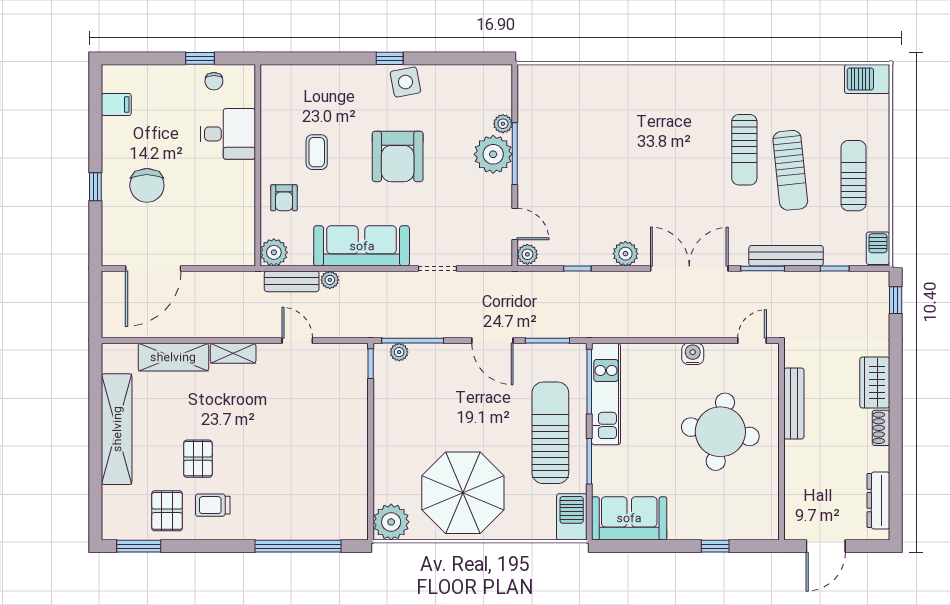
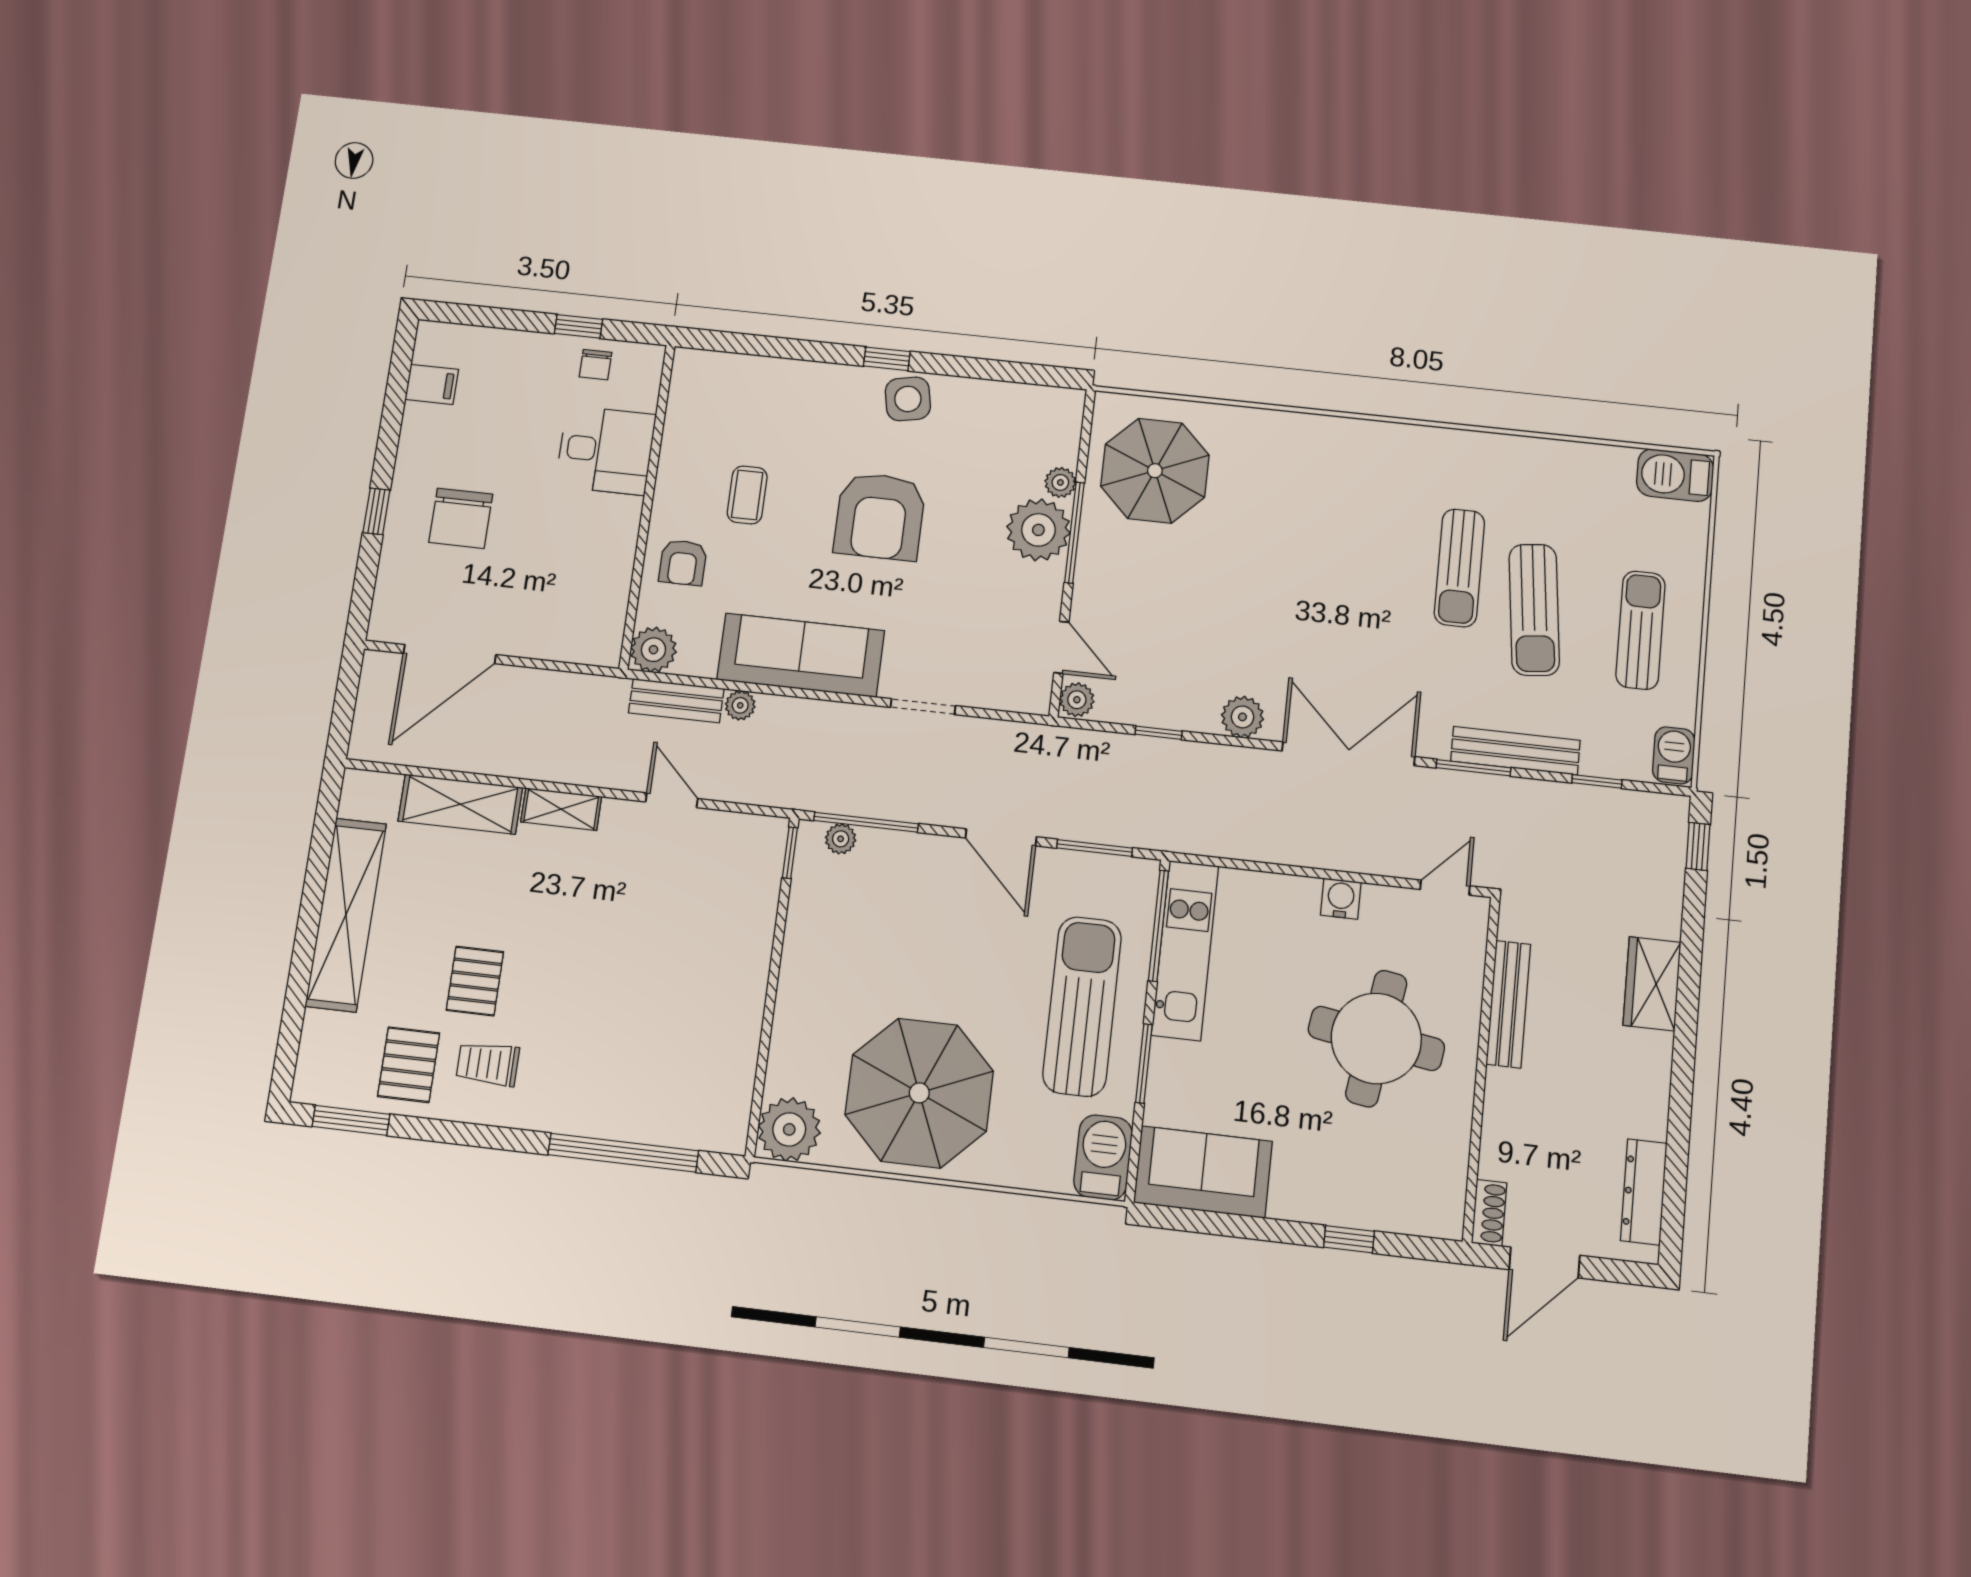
parasol: (558, 110) -> (1155, 471), added
shoe rack: (881, 428) -> (1489, 1213), moved, turned 180

